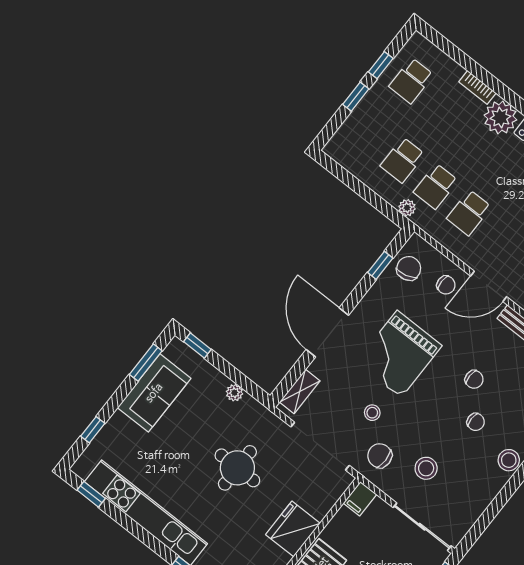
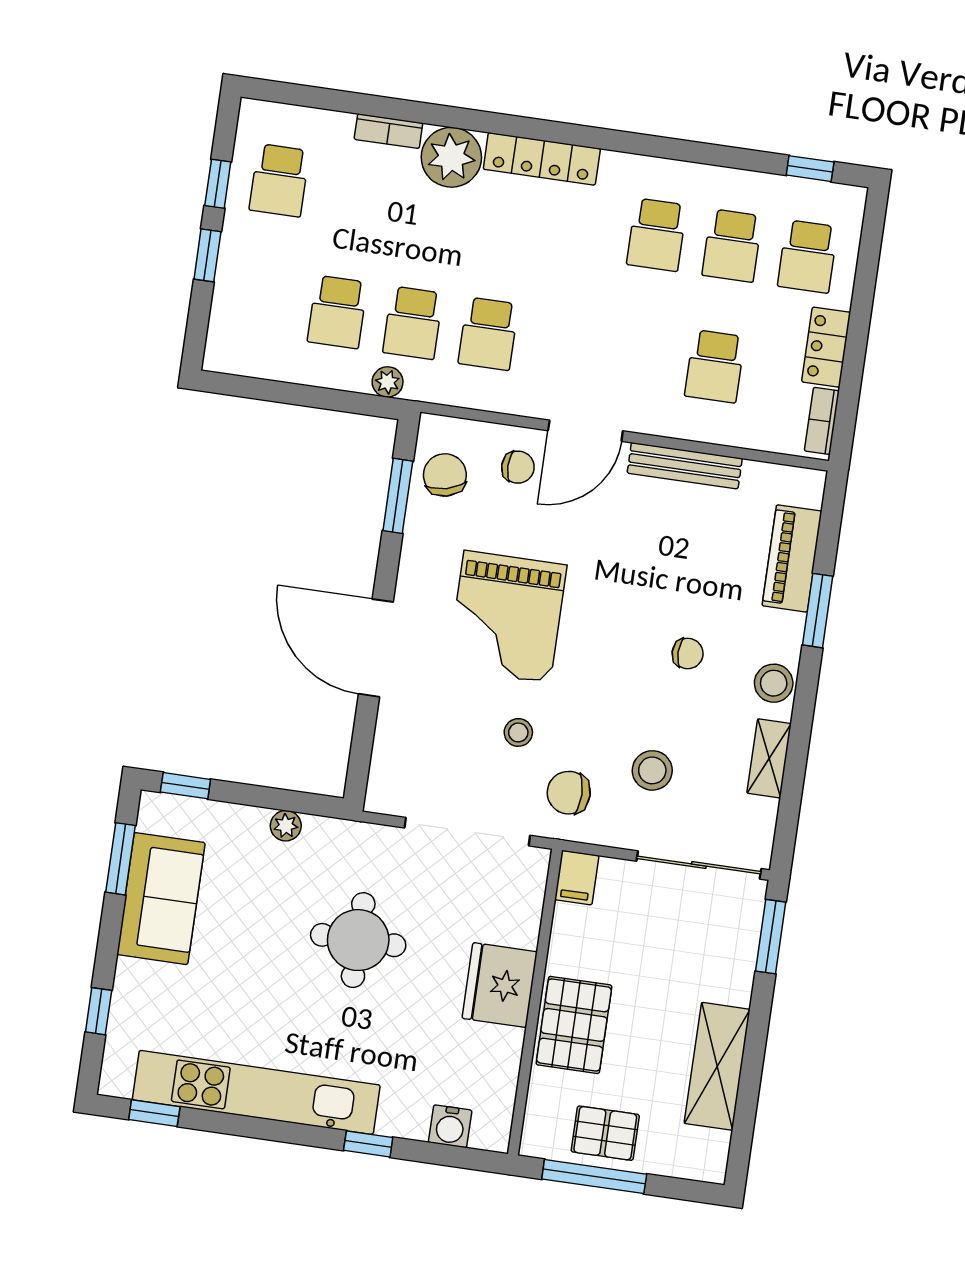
window: (380, 265) -> (398, 496), width x1.50
chair: (474, 379) -> (647, 589), removed
shelving: (300, 391) -> (769, 758), moved

